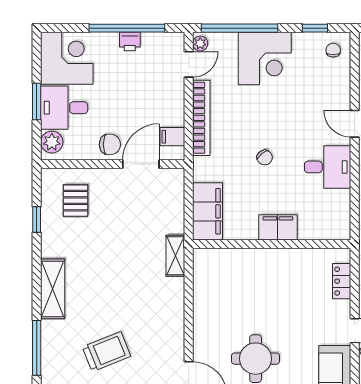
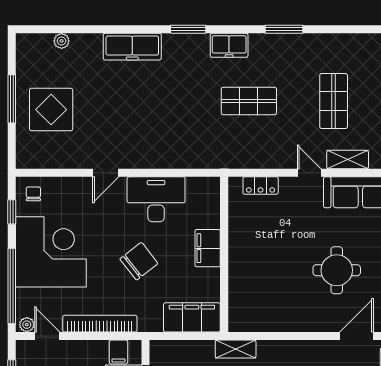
chair: (333, 50) -> (33, 194), turned 90
corner desk: (265, 59) -> (51, 252), width x1.36, depth x1.36
chair: (265, 157) -> (139, 261), width x1.87, depth x1.87
desk: (328, 167) -> (156, 199), width x1.37

